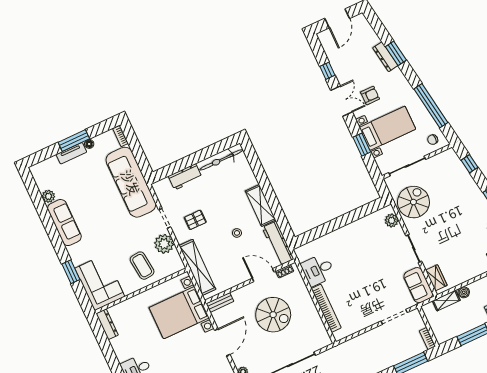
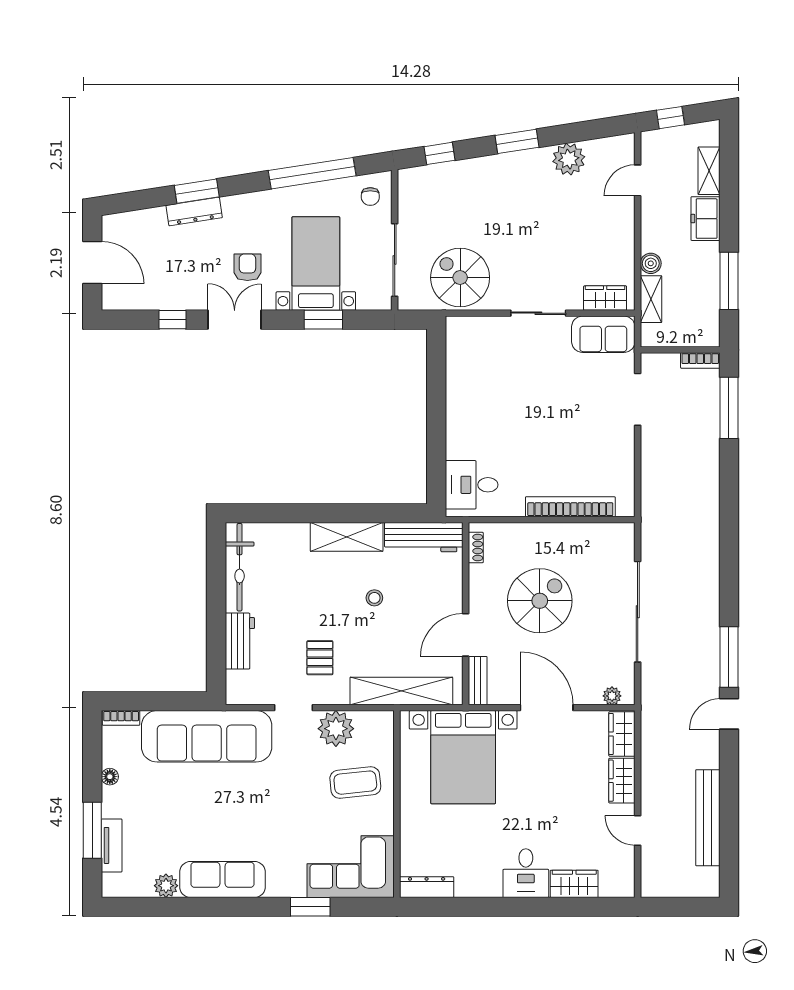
window: (74, 141) -> (92, 830), moved
tv unit: (71, 153) -> (112, 845), moved
plant: (392, 221) -> (474, 329), removed
desk: (318, 270) -> (472, 485), moved, turned 90
door: (263, 275) -> (466, 635), moved

